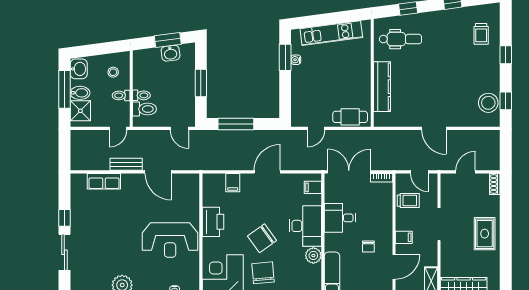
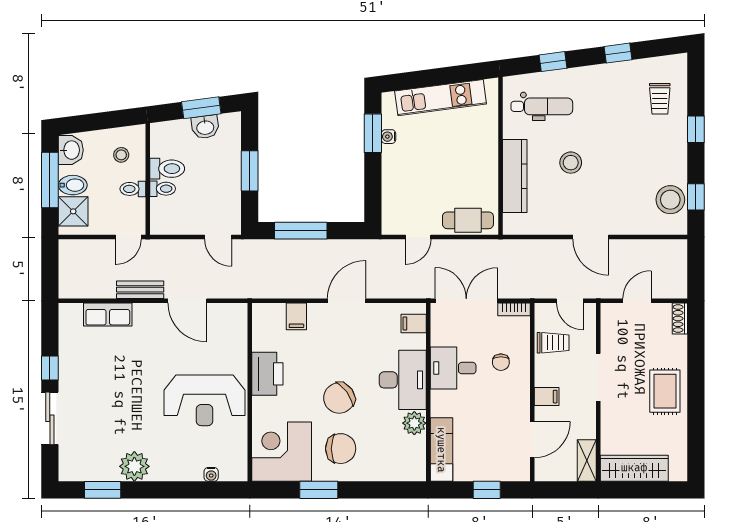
stool: (420, 77) -> (571, 163), added
toilet: (145, 109) -> (167, 169), moved
chair: (368, 247) -> (501, 362), moved
chair: (263, 273) -> (341, 449), turned 95

